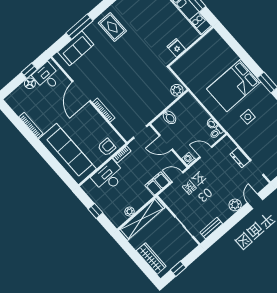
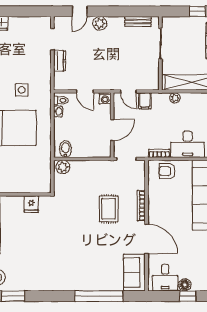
window: (79, 27) -> (99, 296), width x1.46
rug: (112, 27) -> (109, 209), moved
sofa: (76, 48) -> (134, 272), moved, turned -90
window: (29, 71) -> (188, 296), moved
door: (81, 91) -> (146, 239), hinge flipped
bidet: (169, 117) -> (65, 149), moved
door: (166, 143) -> (112, 130), hinge flipped
filing cabinet: (157, 184) -> (145, 101), width x0.50
plant: (130, 212) -> (175, 98), moved

